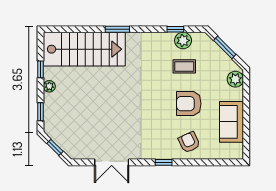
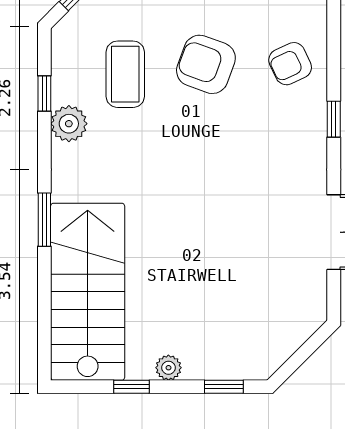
plant: (183, 40) -> (69, 124), moved
coffee table: (184, 66) -> (125, 74), width x1.36, depth x1.30
armchair: (189, 104) -> (206, 64), turned 110
window: (55, 147) -> (301, 355), removed

